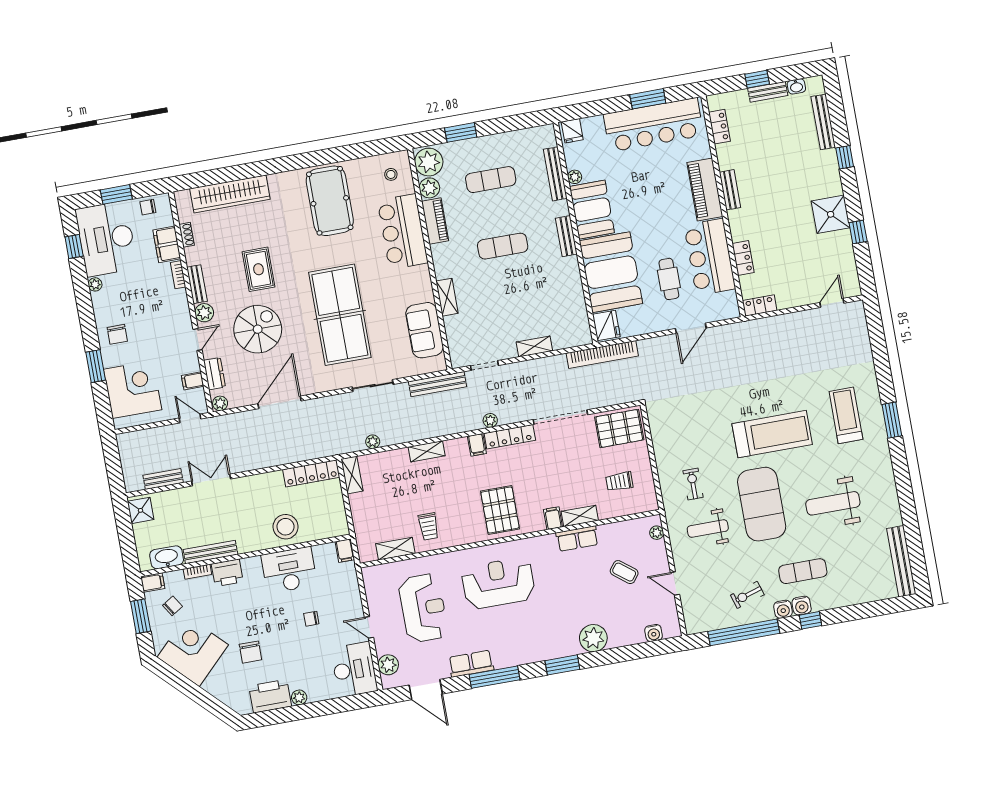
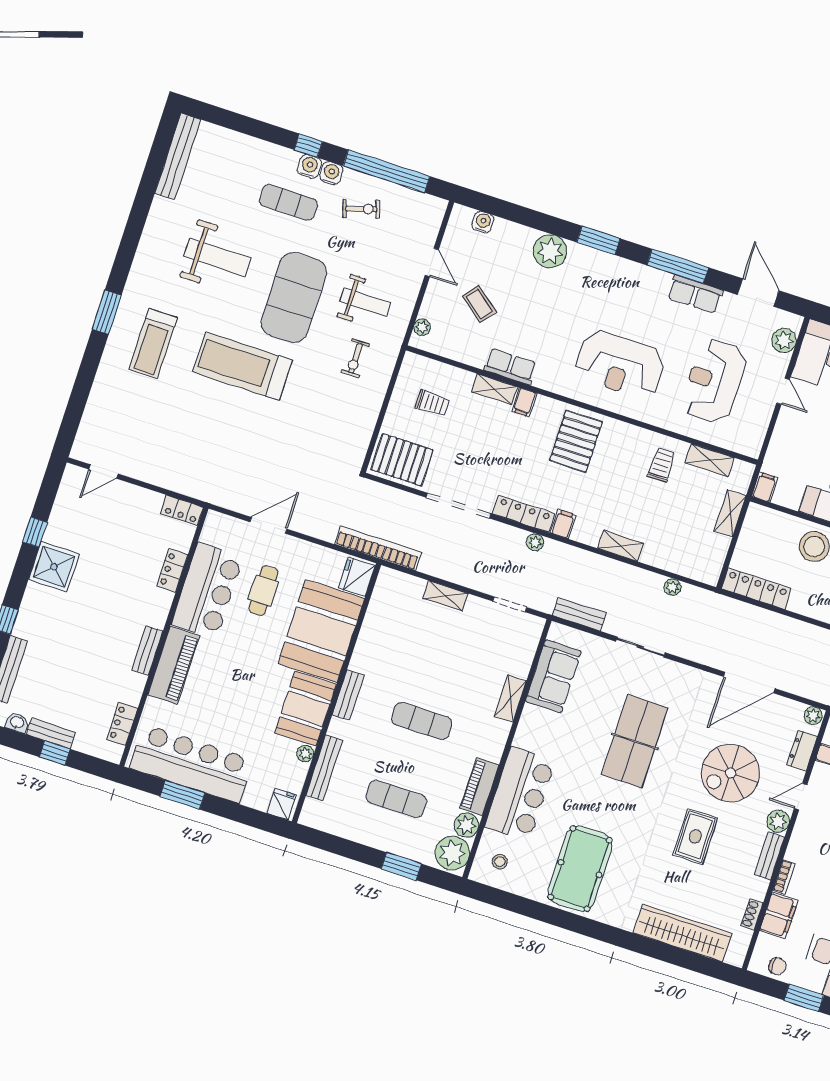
table tennis table: (340, 315) -> (635, 741), width x0.73, depth x0.76
bench: (438, 384) -> (579, 614), width x0.73
shelving: (352, 475) -> (730, 513), moved

